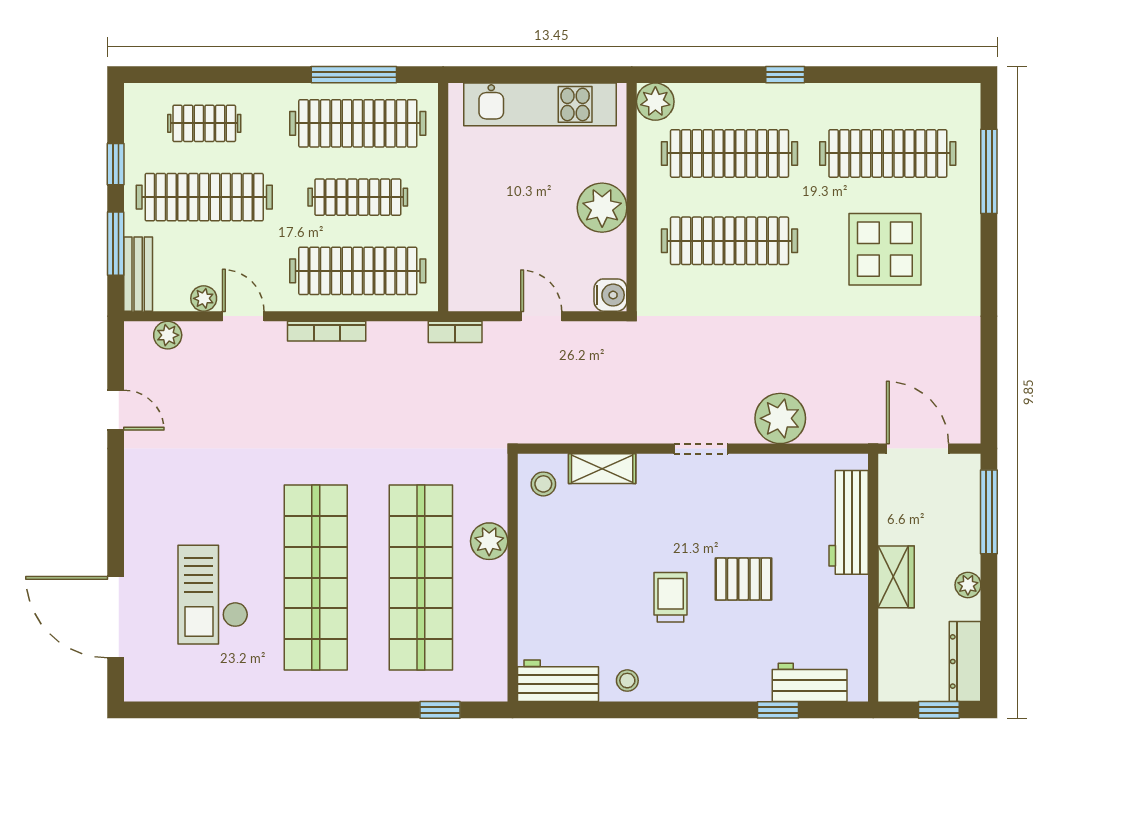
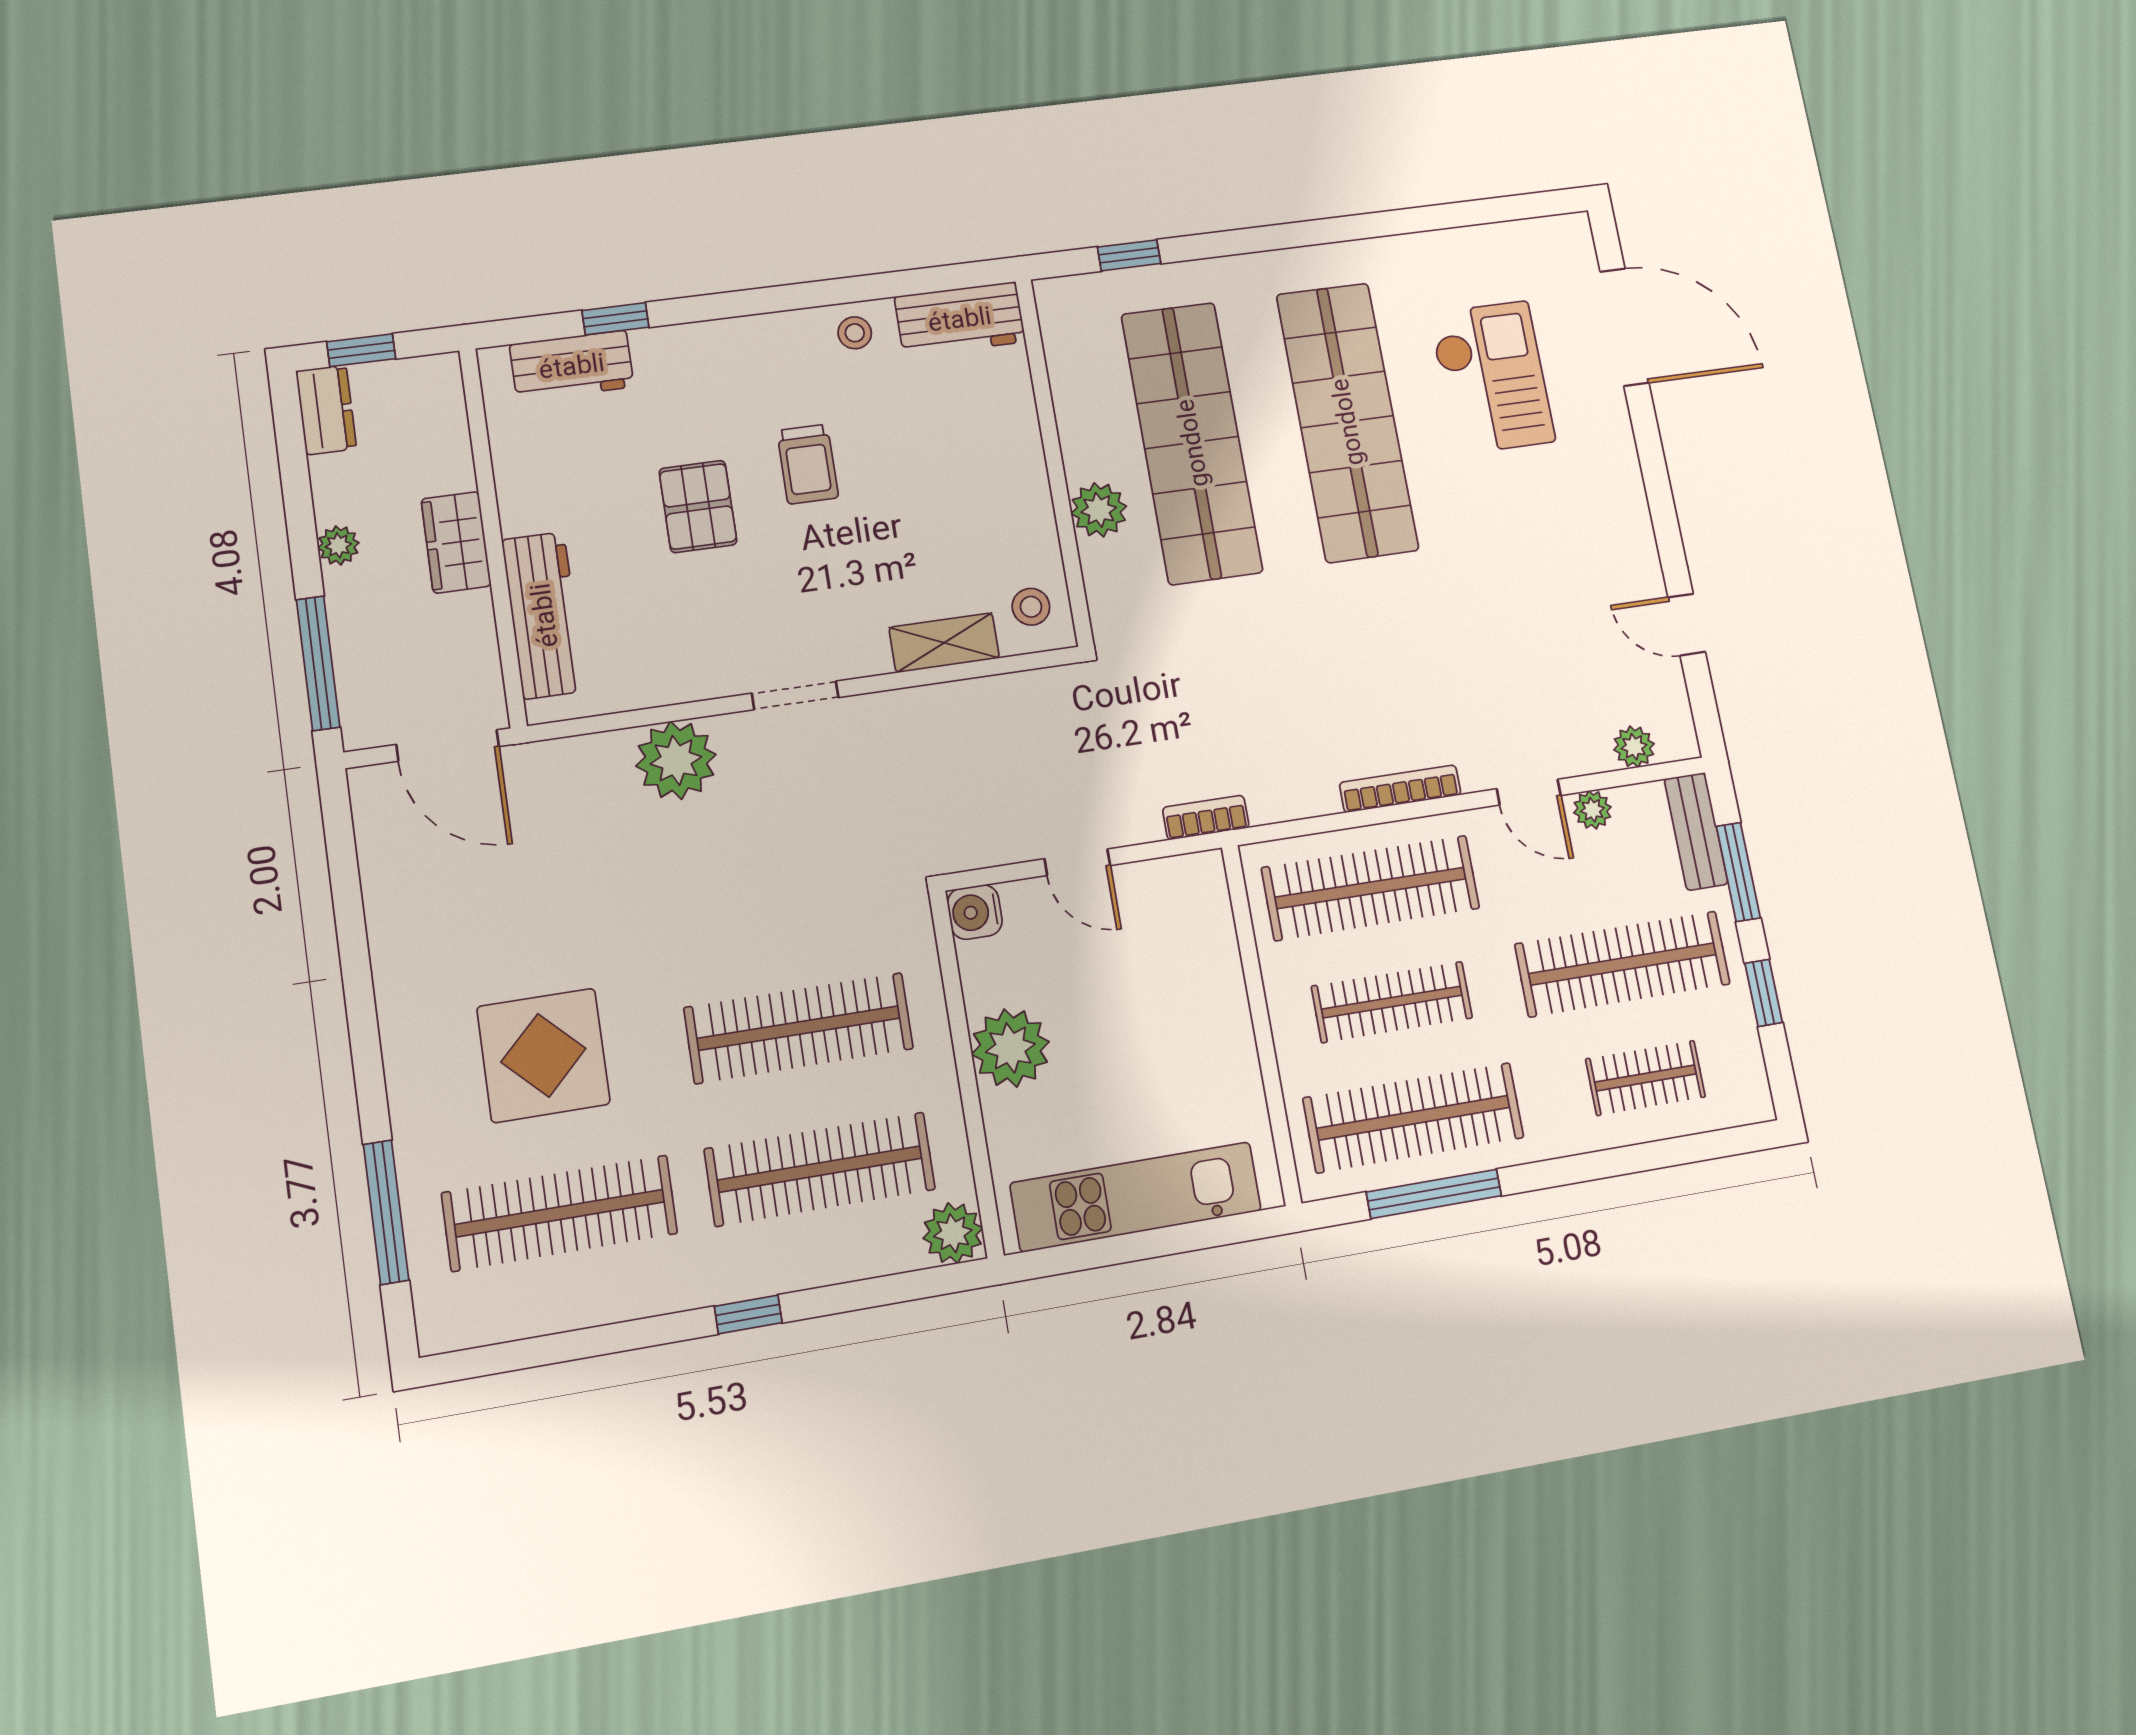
pallet: (744, 579) -> (698, 507), turned 90
dresser: (965, 661) -> (326, 410), width x0.70

